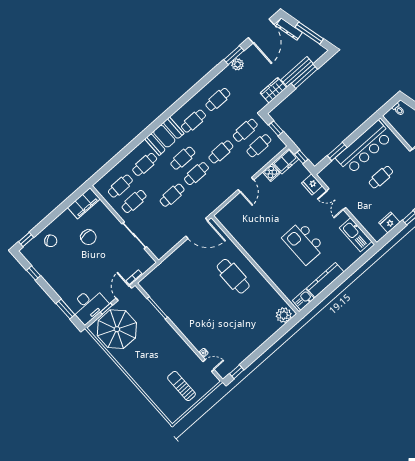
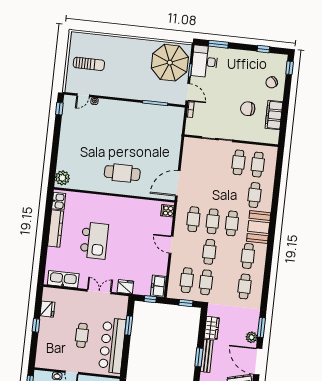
plant: (238, 64) -> (252, 337), moved
window: (304, 76) -> (199, 357), width x0.69
cooker: (271, 173) -> (167, 211), moved
cafe table: (172, 195) -> (193, 219), moved
filing cabinet: (84, 203) -> (274, 115), moved
kitchen island: (304, 243) -> (94, 241), turned 90

